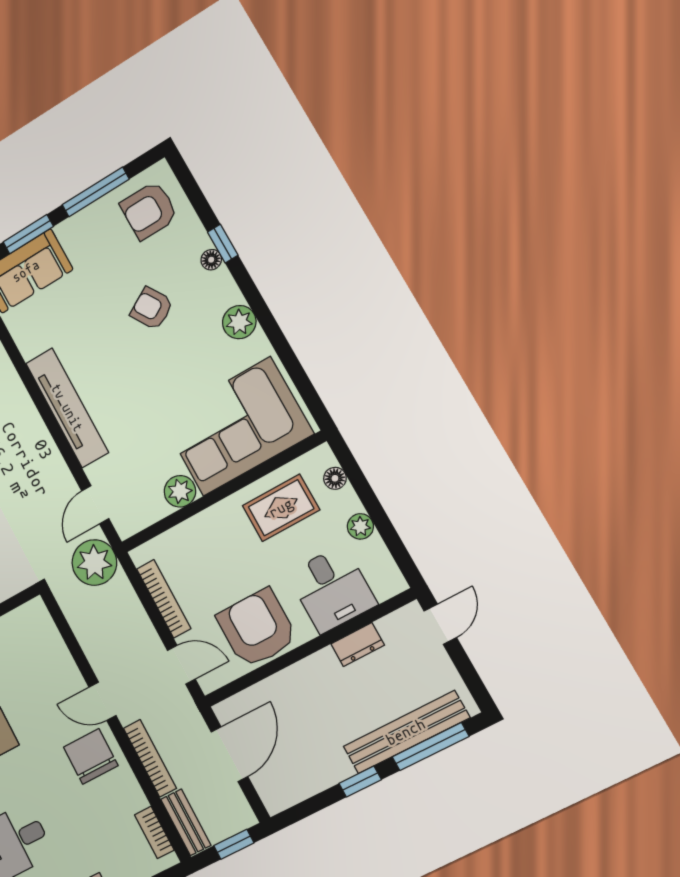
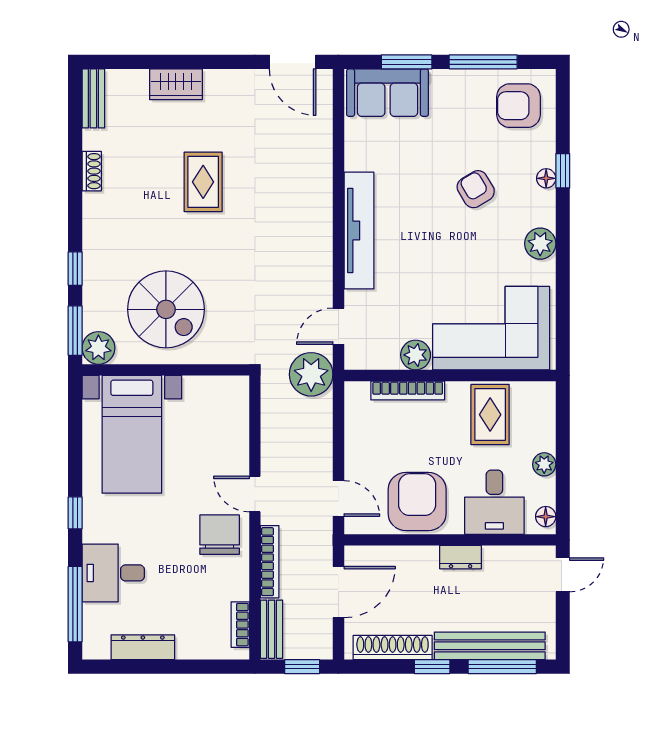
floor lamp: (335, 478) -> (546, 517), moved
rug: (281, 508) -> (490, 415), turned 90
bookcase: (164, 599) -> (408, 390), moved, turned 90
dresser: (358, 645) -> (461, 557), moved
shoe rack: (311, 782) -> (393, 647), added

